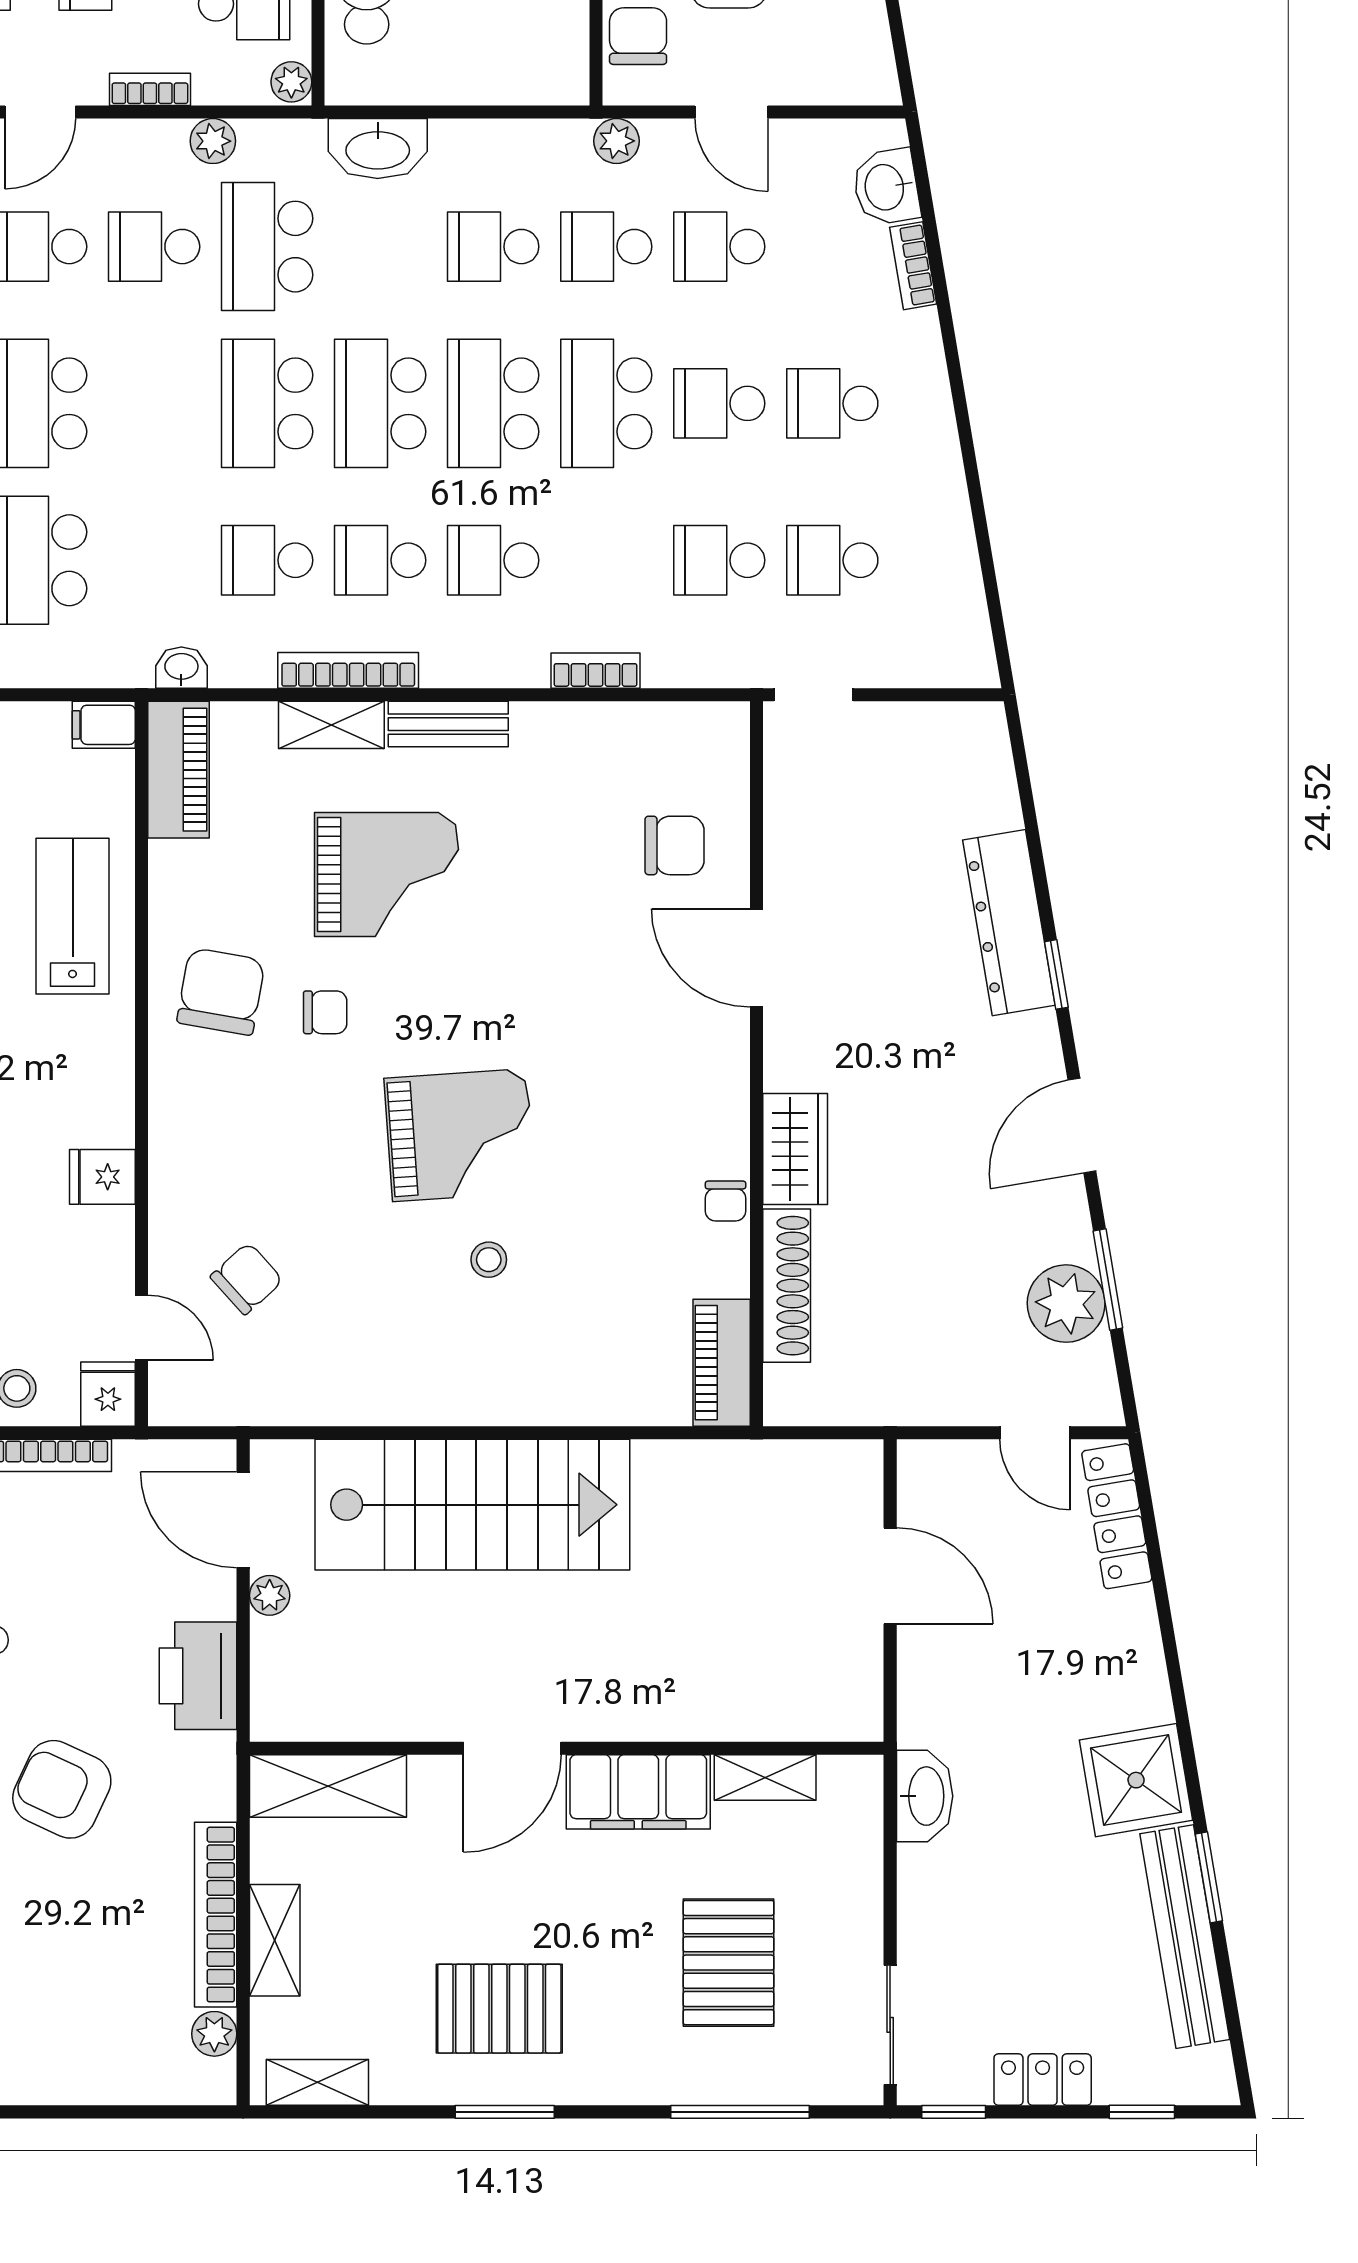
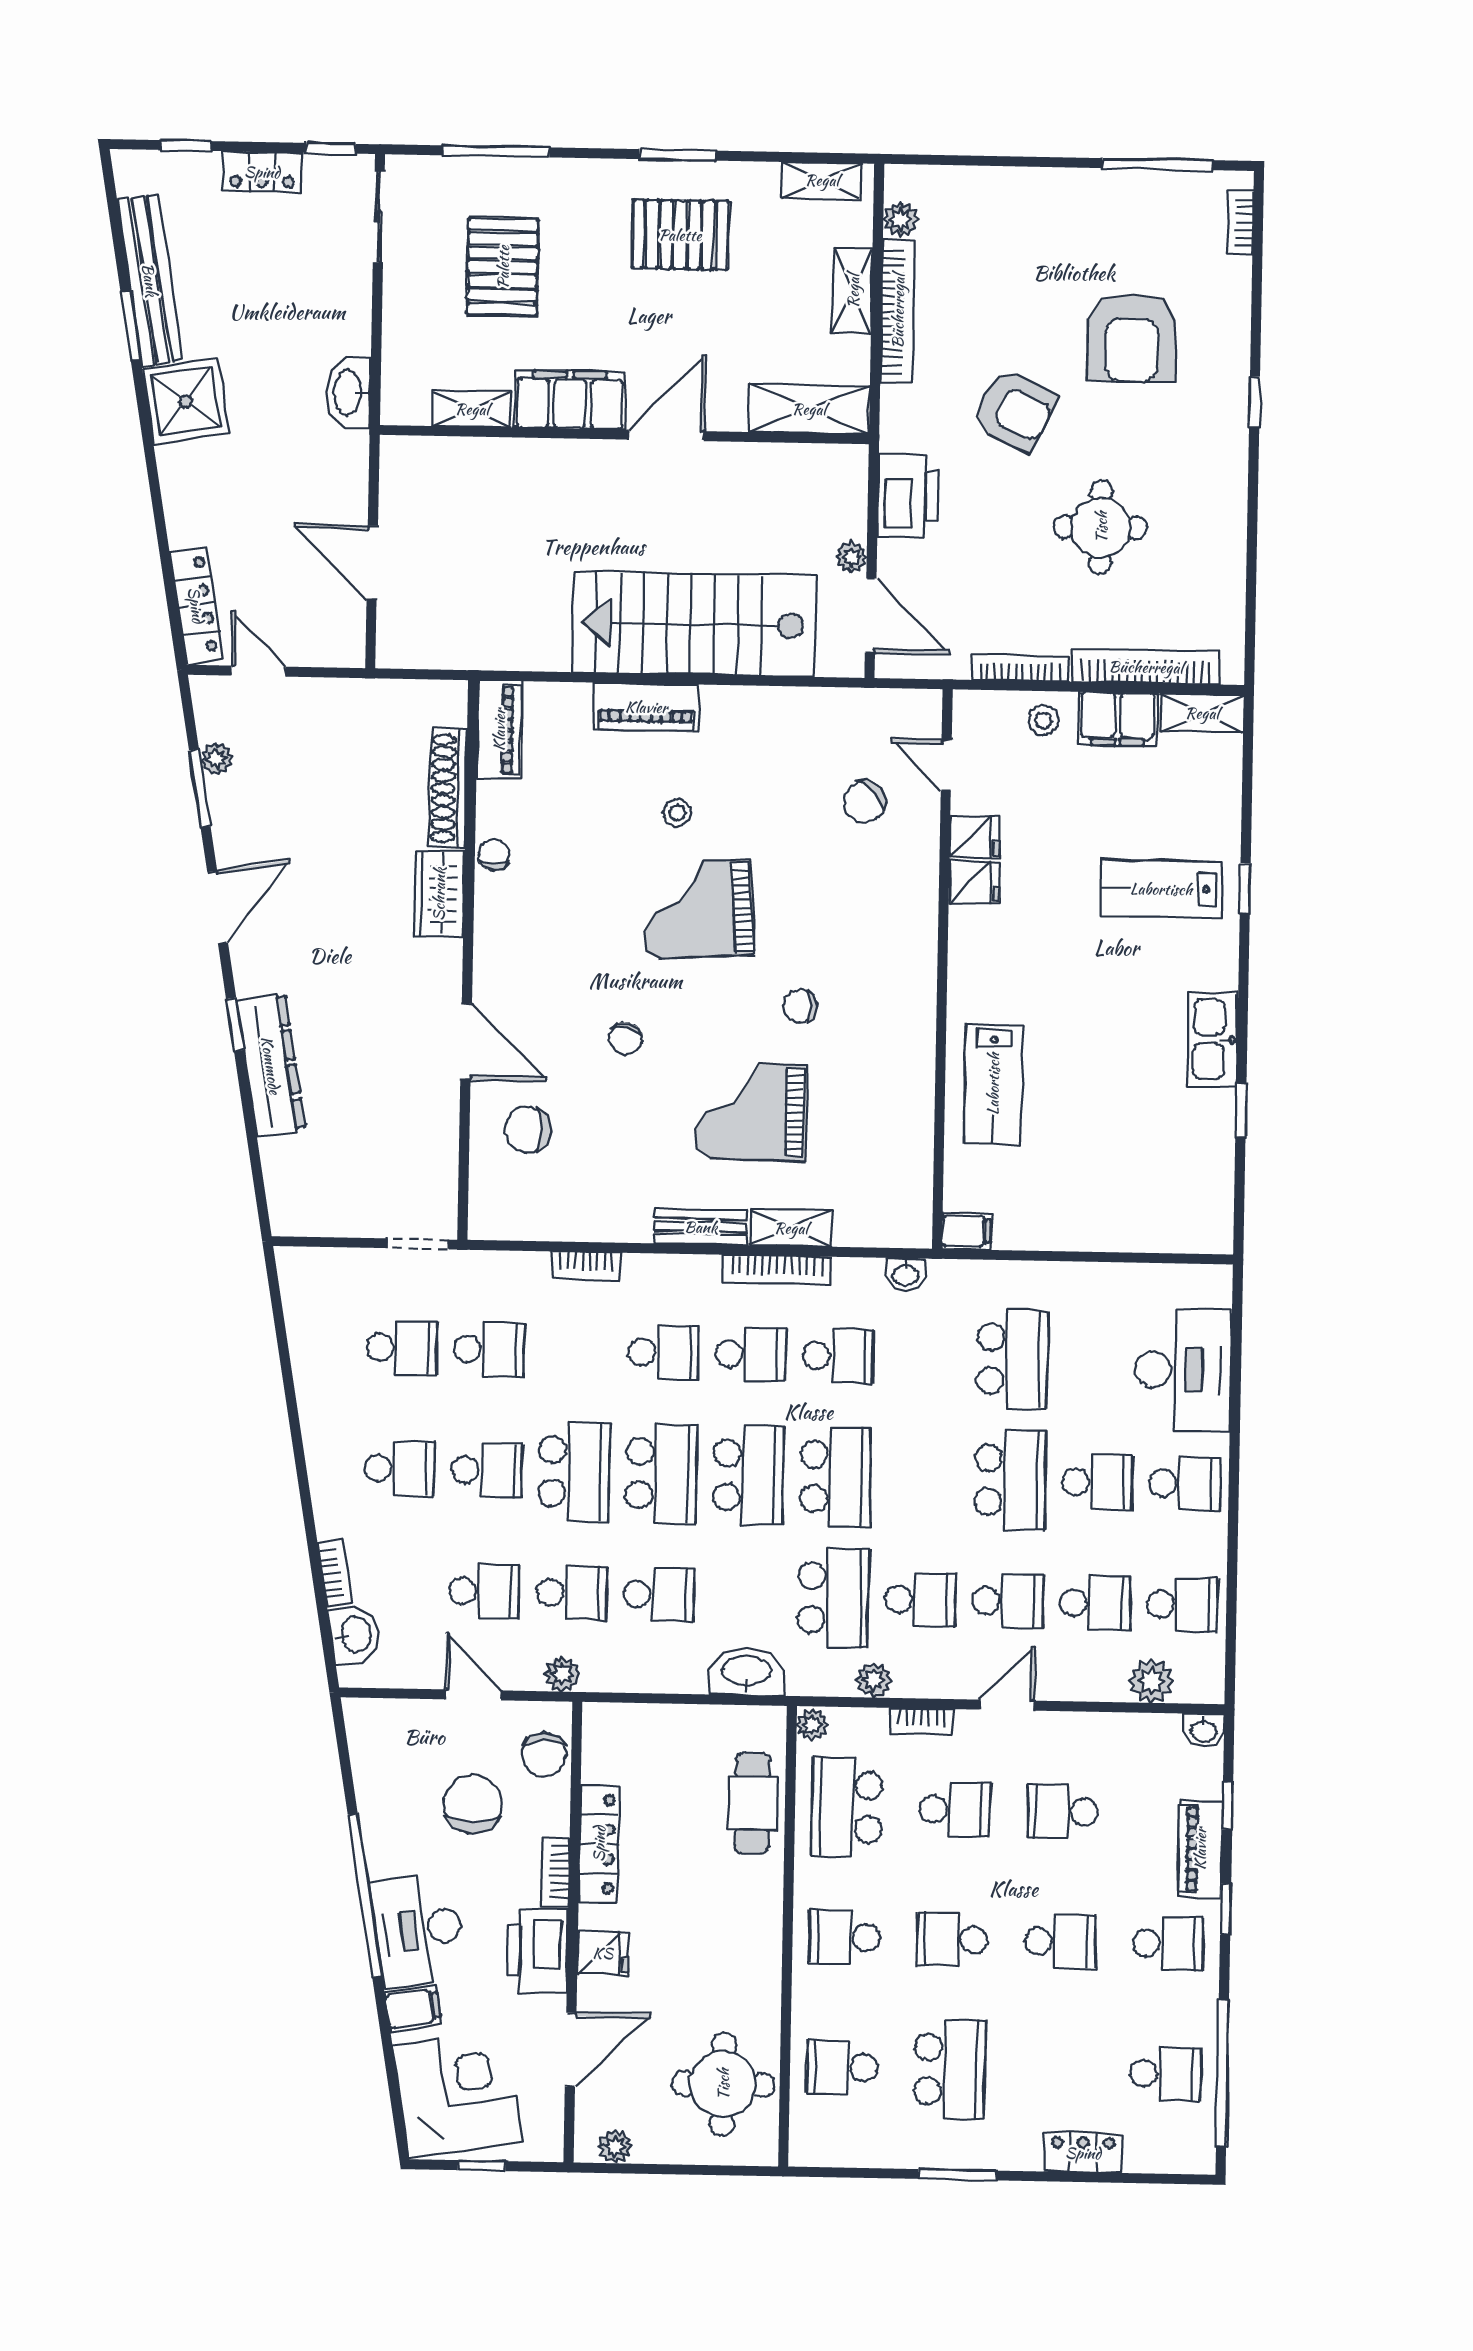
piano: (179, 770) -> (646, 707), moved, turned -90
chair: (221, 992) -> (626, 1038), moved, width x0.54, depth x0.54
plant: (1066, 1304) -> (217, 759), width x0.53, depth x0.53
fridge: (108, 1394) -> (975, 837), moved, turned -90

